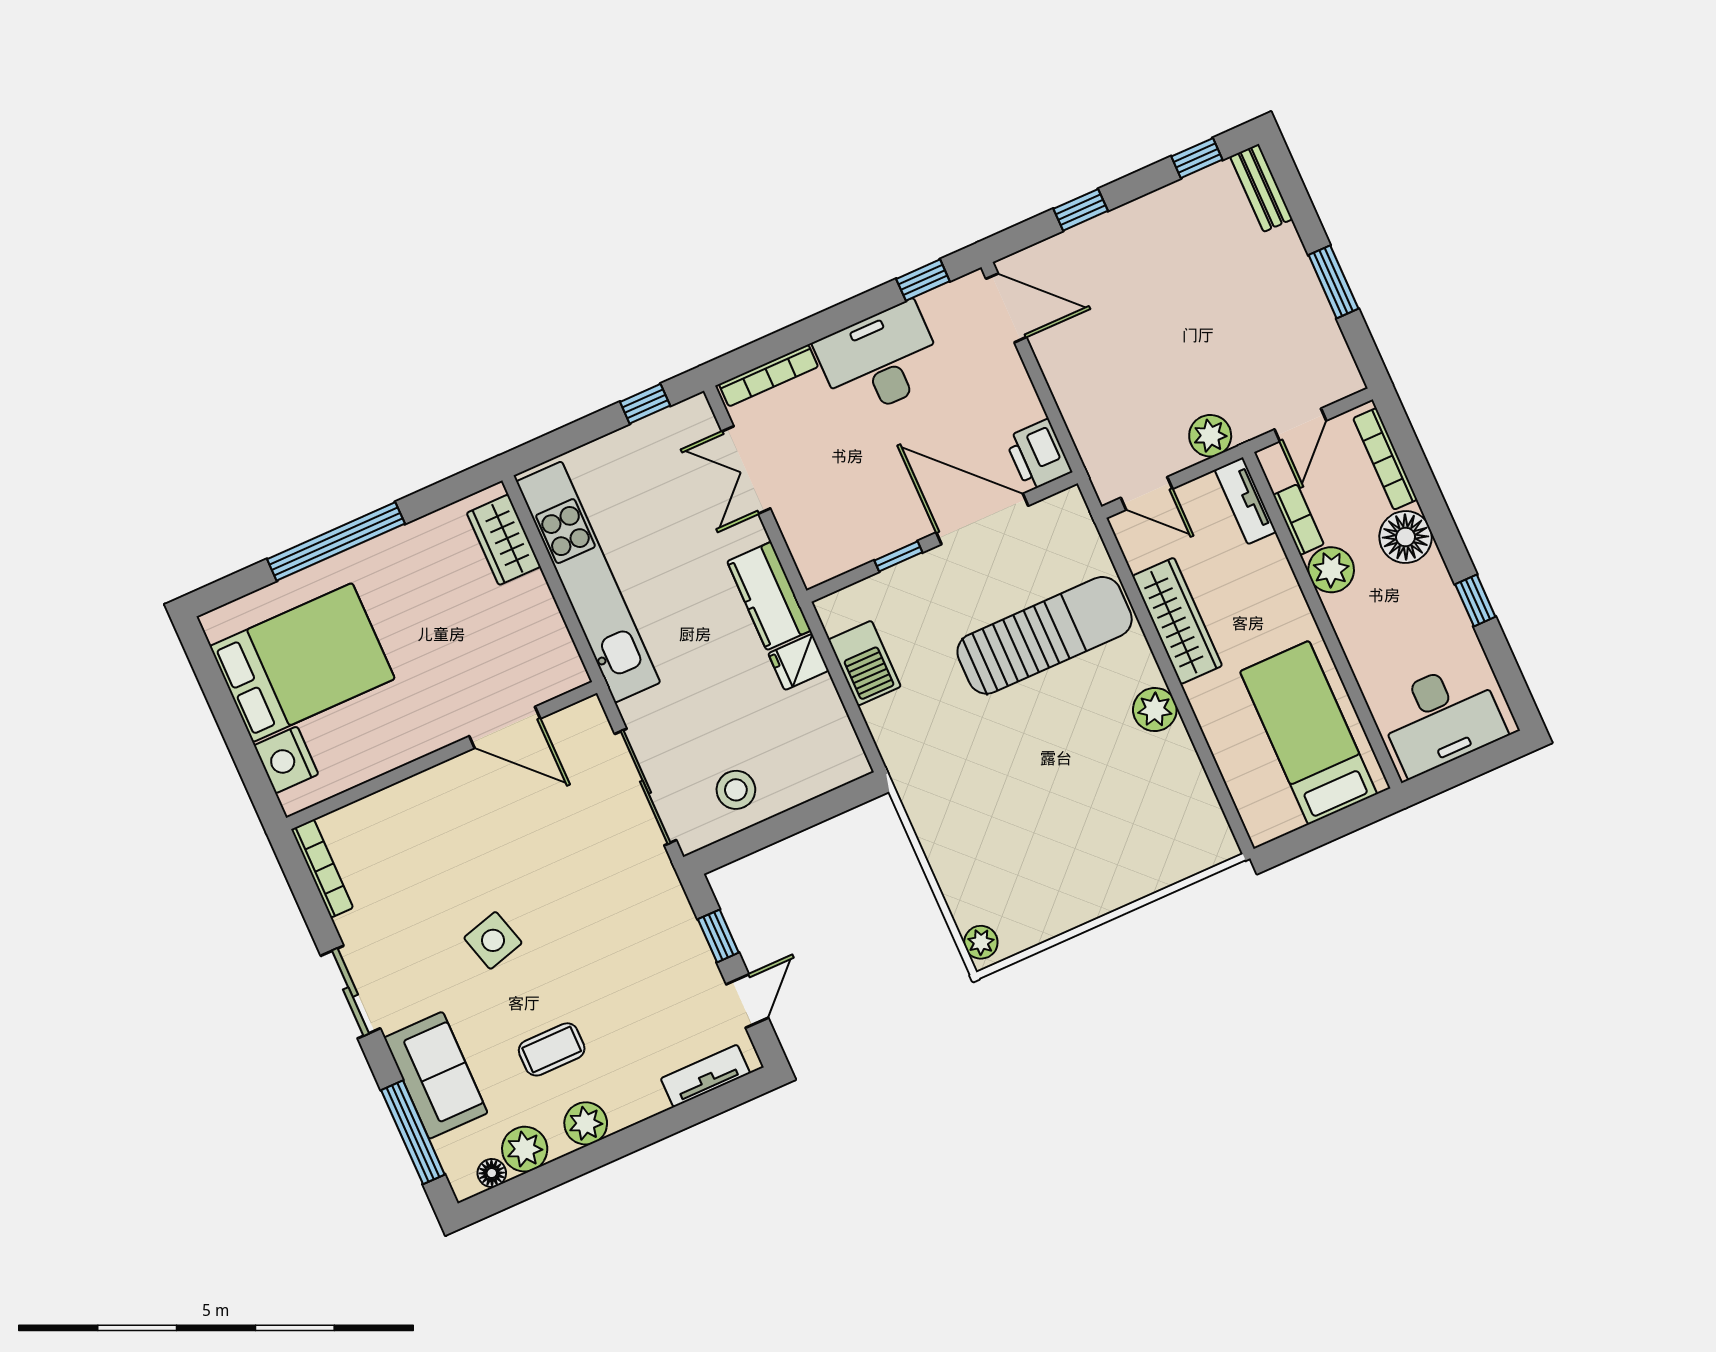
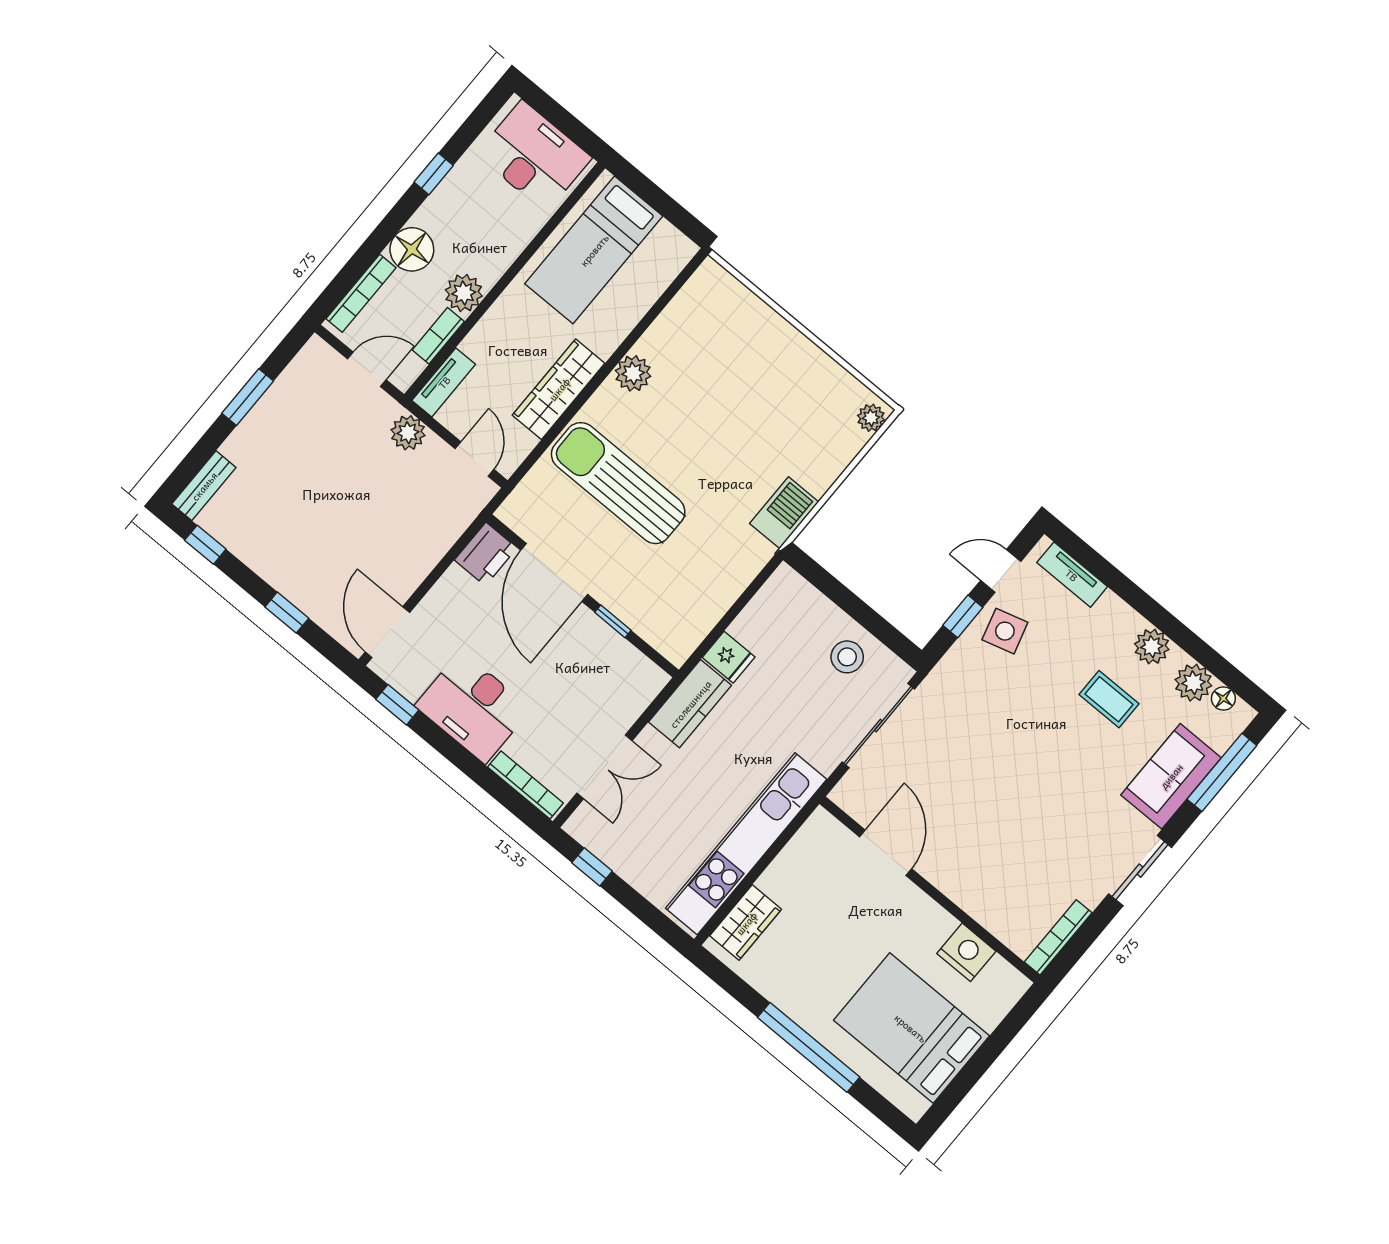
barbecue: (865, 663) -> (784, 513), moved
nightstand: (286, 760) -> (966, 952), moved, turned -90
side table: (493, 940) -> (1005, 631), moved

